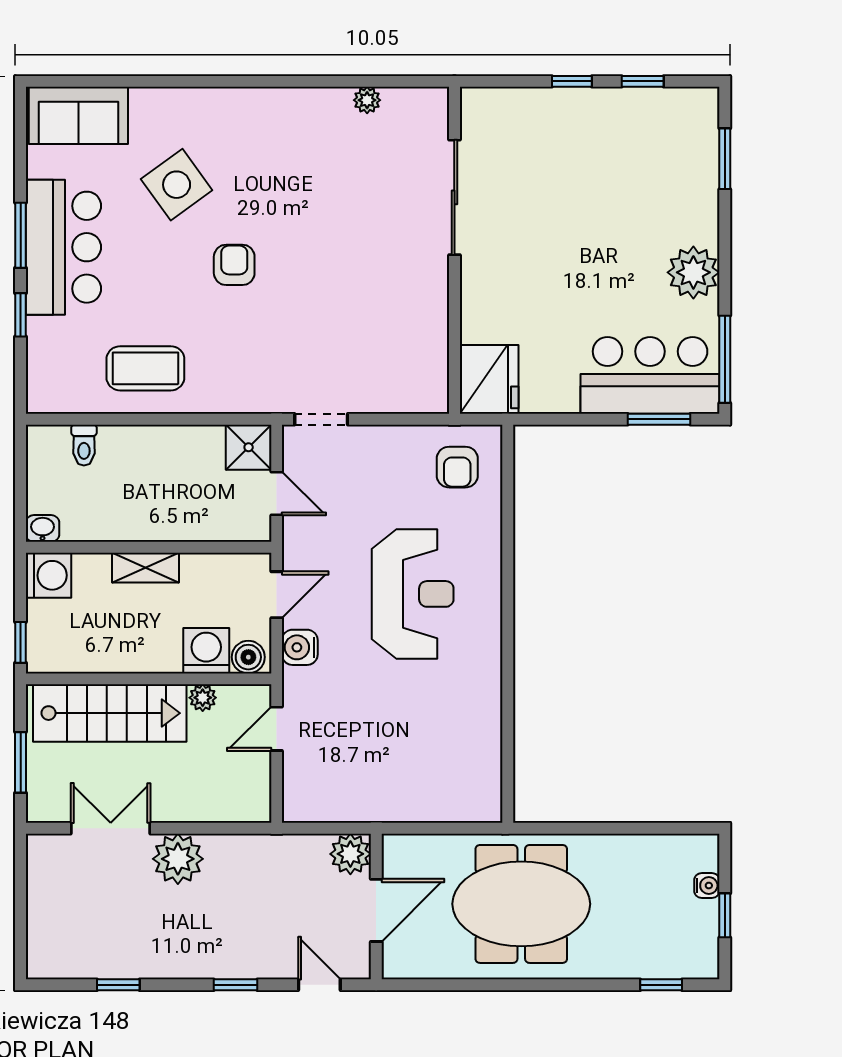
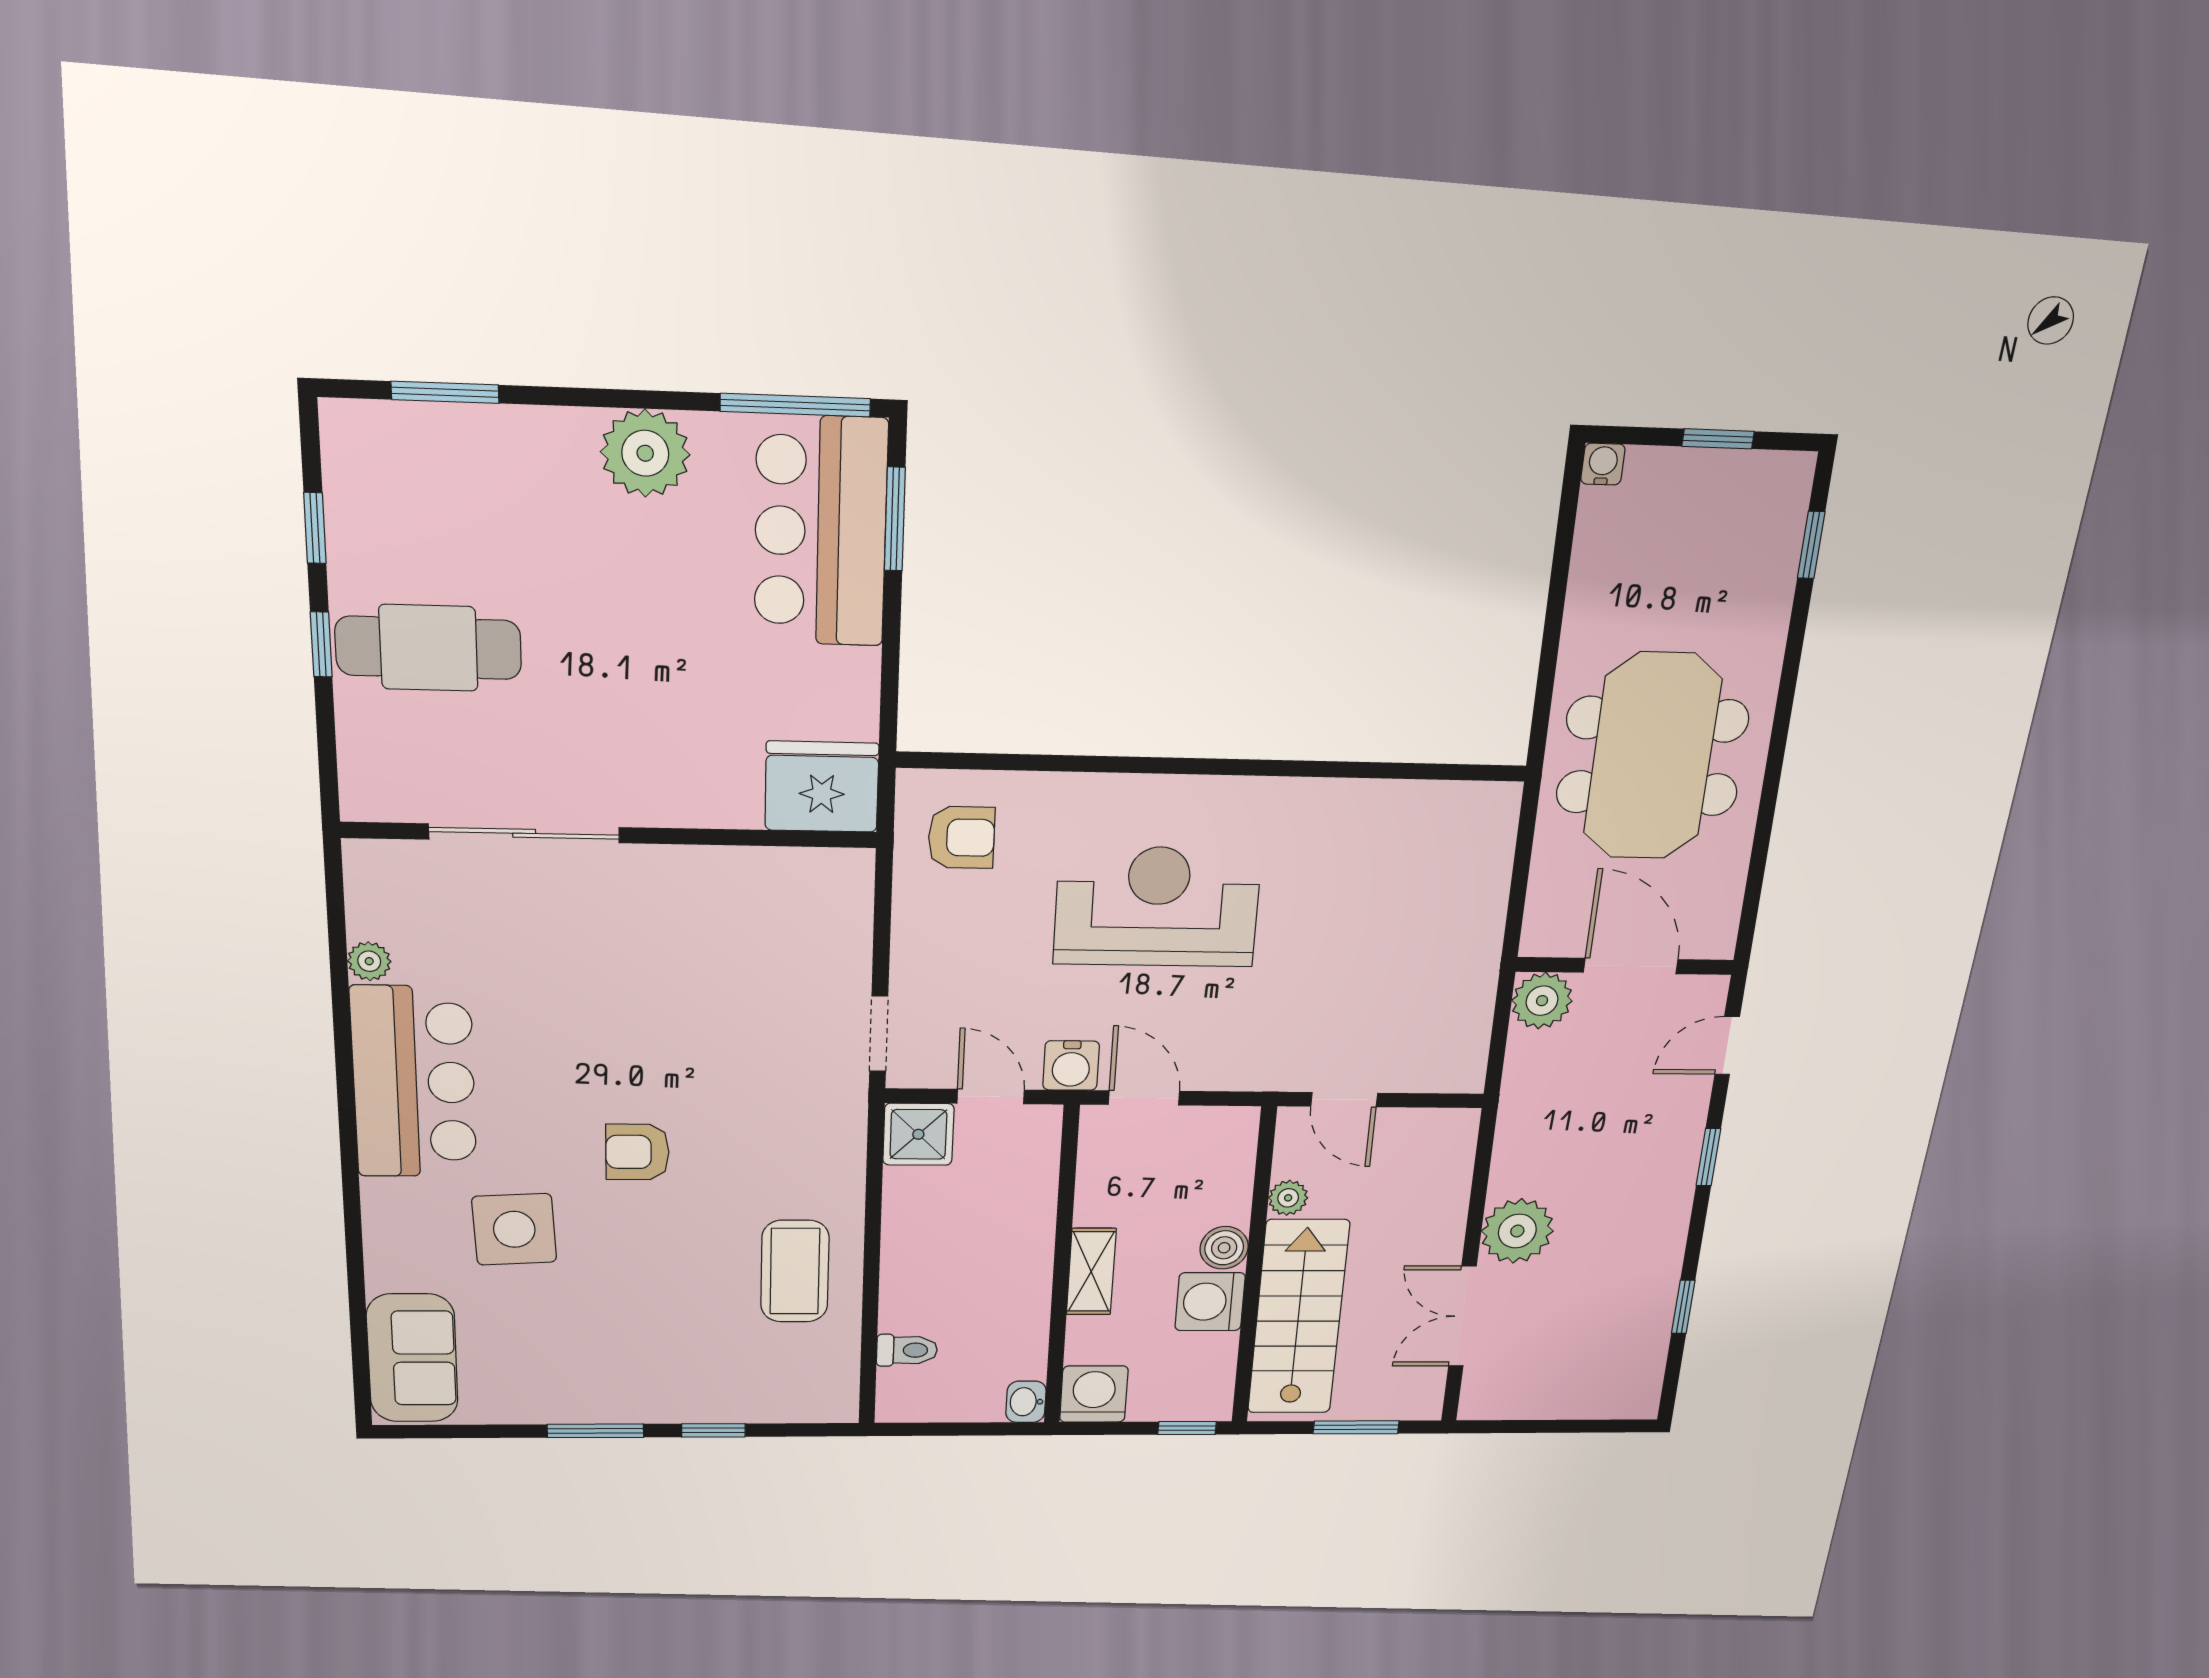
cafe table: (572, 144) -> (428, 648), added
side table: (177, 185) -> (514, 1229), turned 33
bar counter: (63, 247) -> (414, 1082), moved, turned 90
door: (277, 494) -> (991, 1097), hinge flipped
water cooler: (300, 647) -> (1071, 1065), moved
washing machine: (206, 651) -> (1210, 1302), moved
boiler: (248, 657) -> (1224, 1248), moved
water cooler: (707, 886) -> (1603, 464), moved

